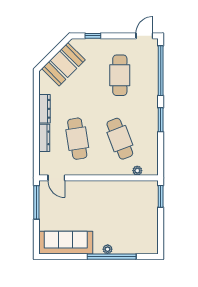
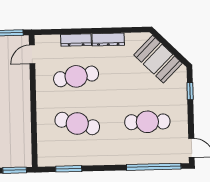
window: (161, 120) -> (69, 169), moved
cafe table: (120, 139) -> (77, 124), turned 36
plant: (137, 171) -> (42, 144), removed

